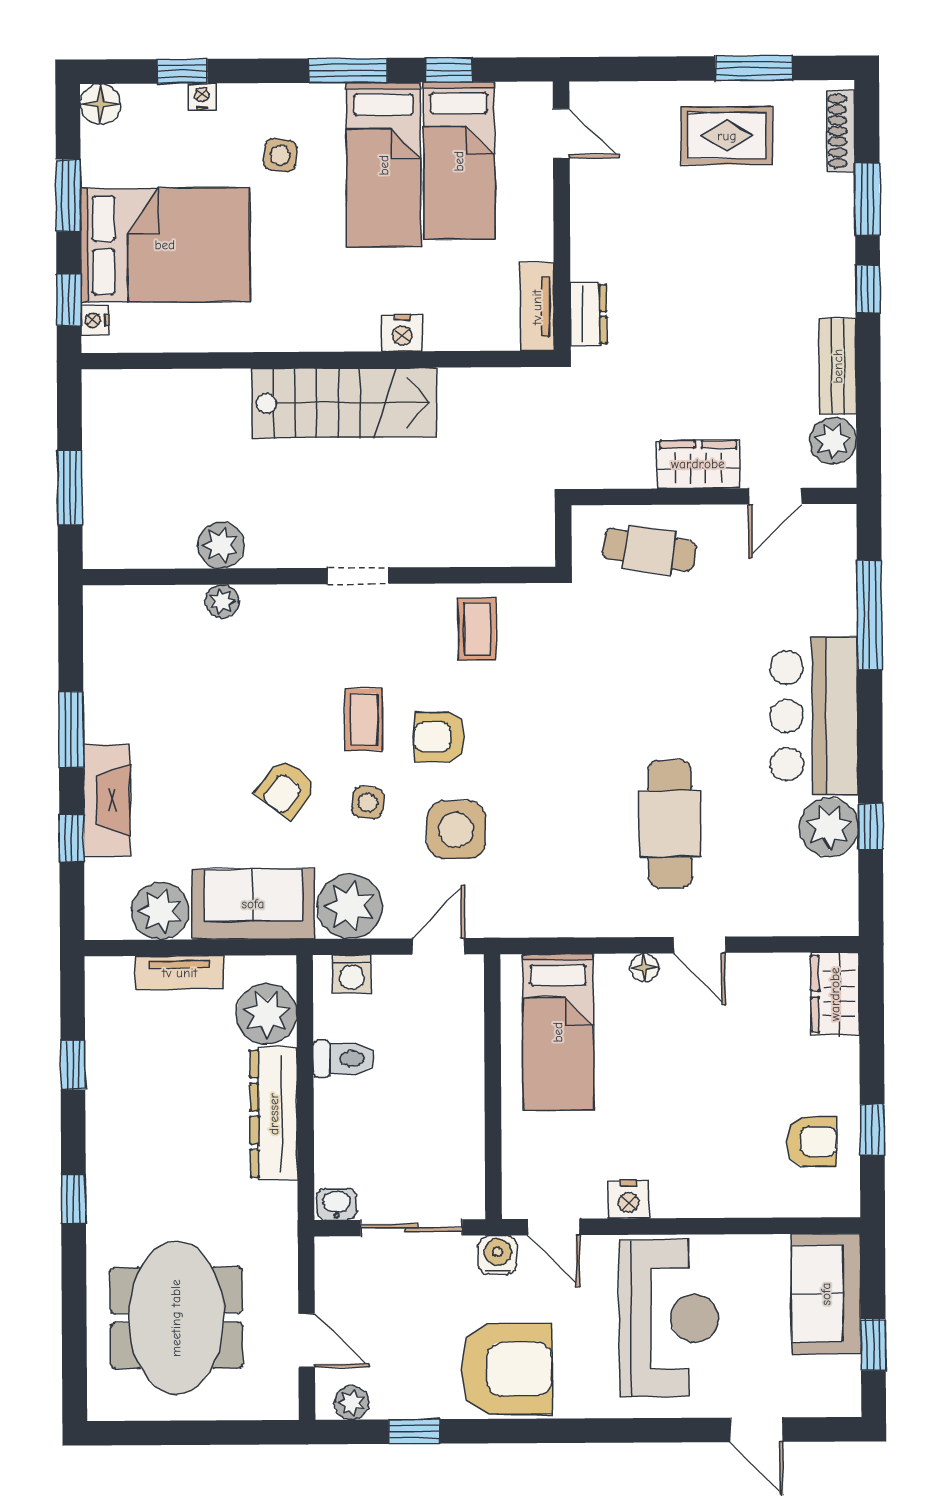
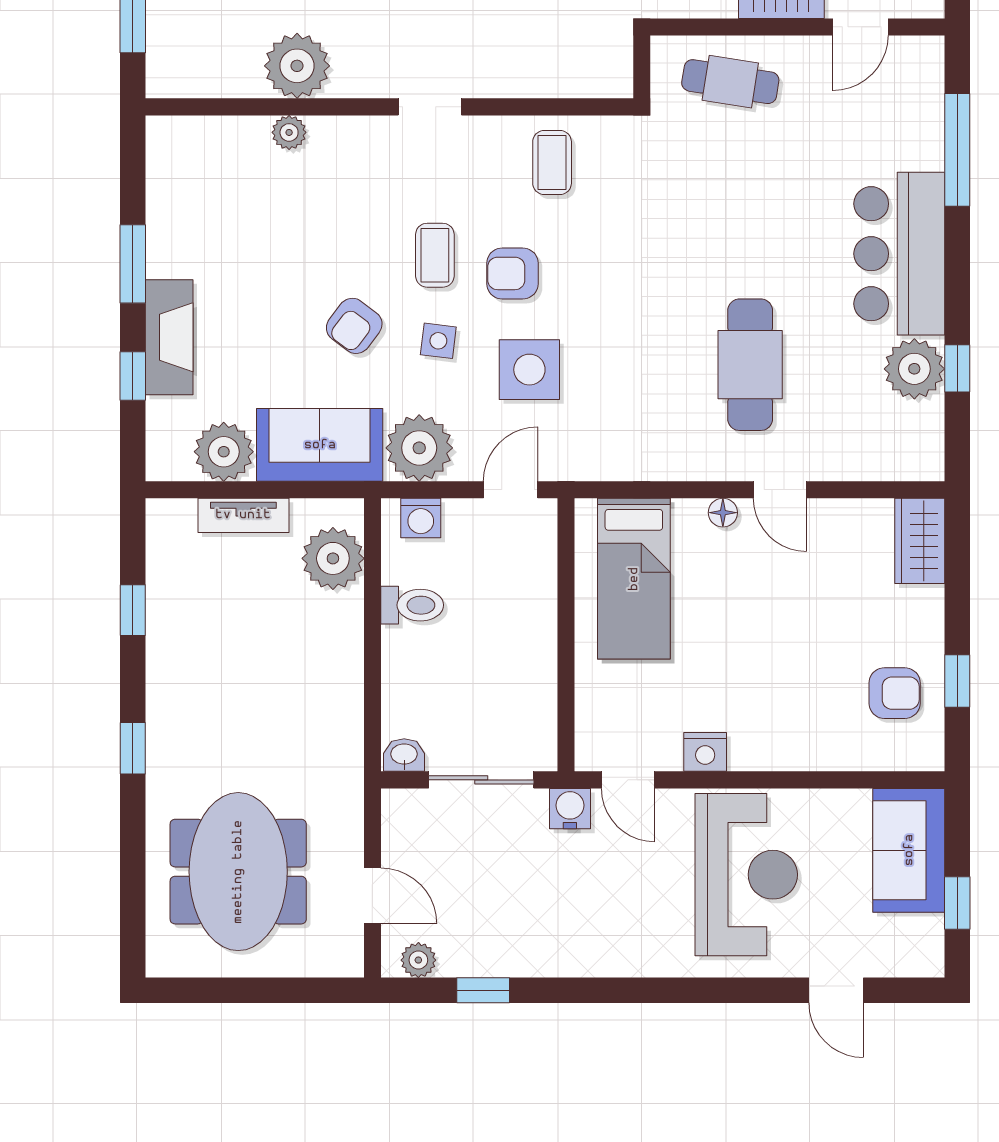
plant: (221, 545) -> (297, 66), width x1.36, depth x1.36
dresser: (274, 1114) -> (340, 661), removed
armchair: (507, 1369) -> (579, 926), removed

